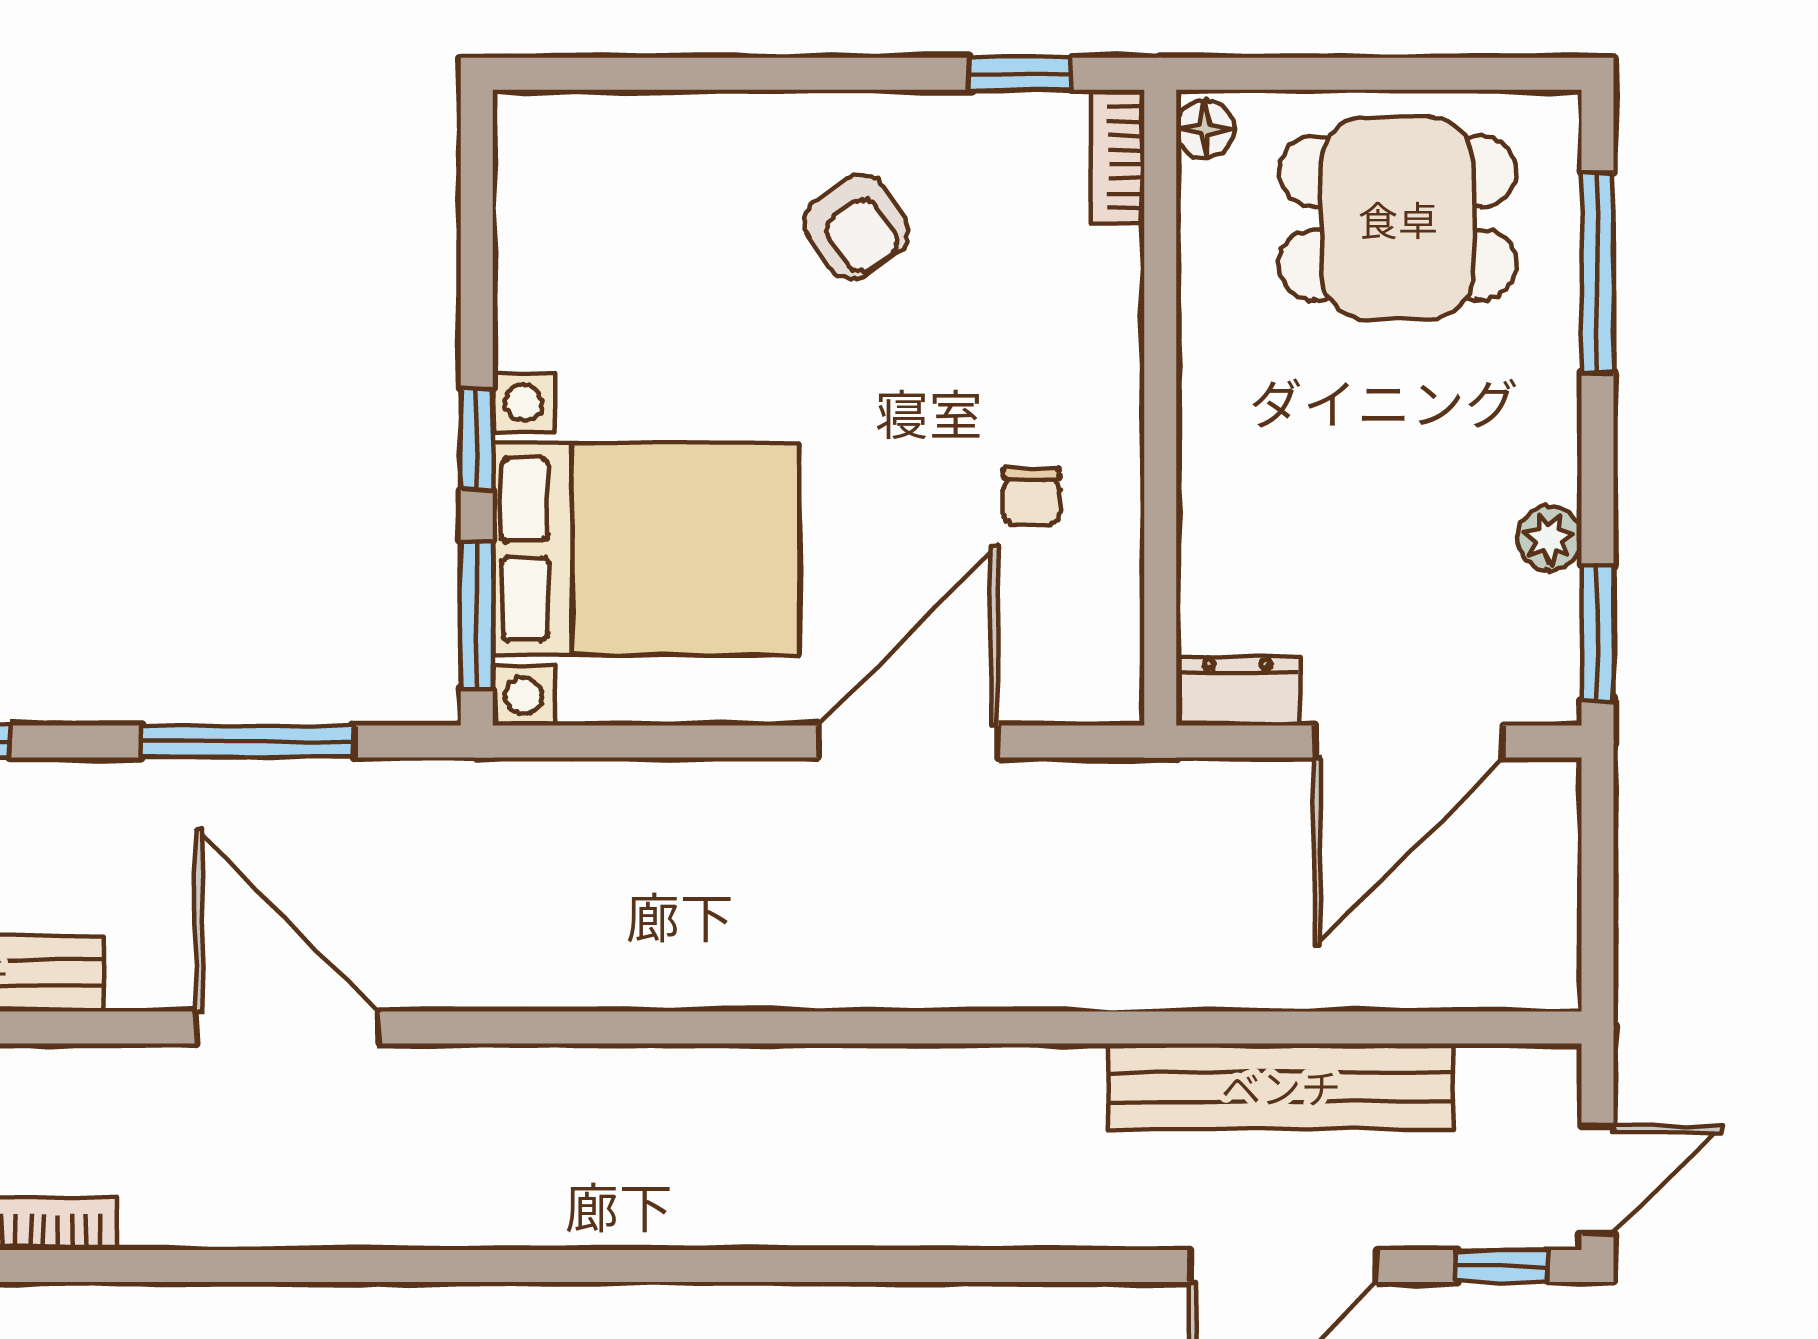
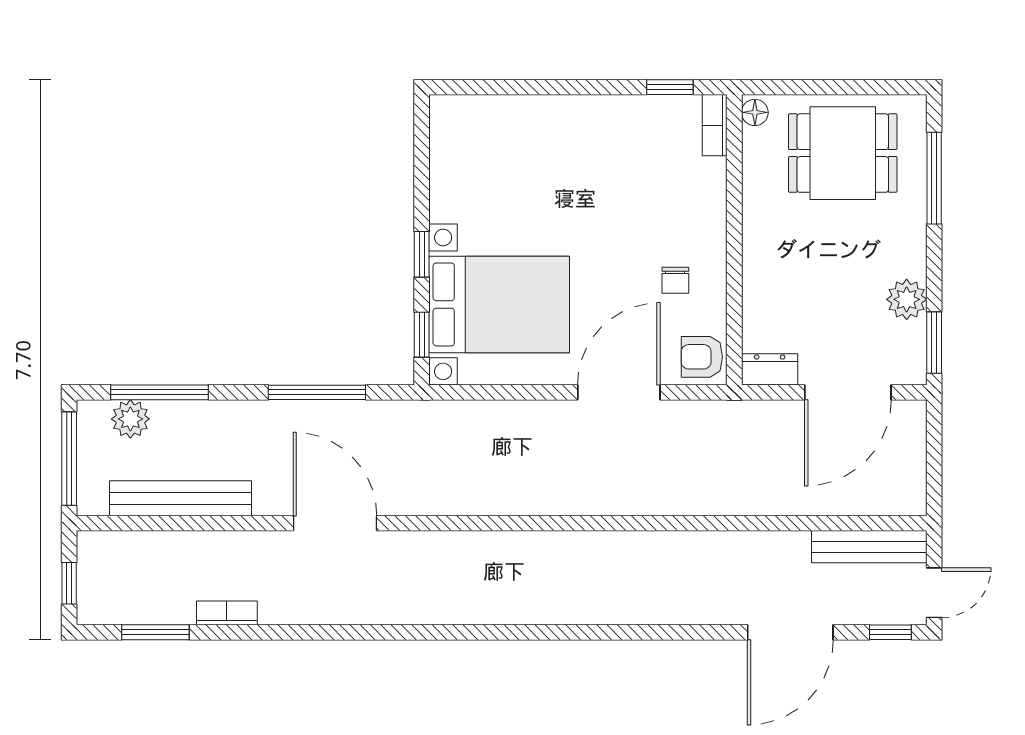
armchair: (856, 227) -> (702, 357), moved, turned 124
plant: (1549, 538) -> (907, 299), width x1.38, depth x1.38
window: (477, 615) -> (422, 335), width x0.67
bench: (1281, 1086) -> (869, 547), moved, width x0.73, depth x0.82

